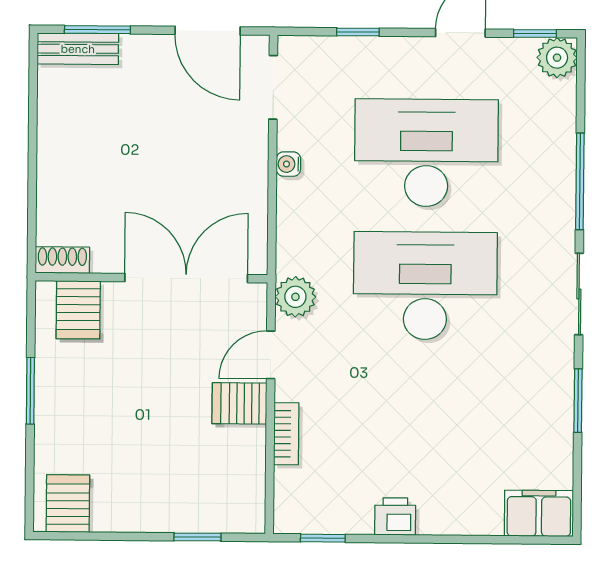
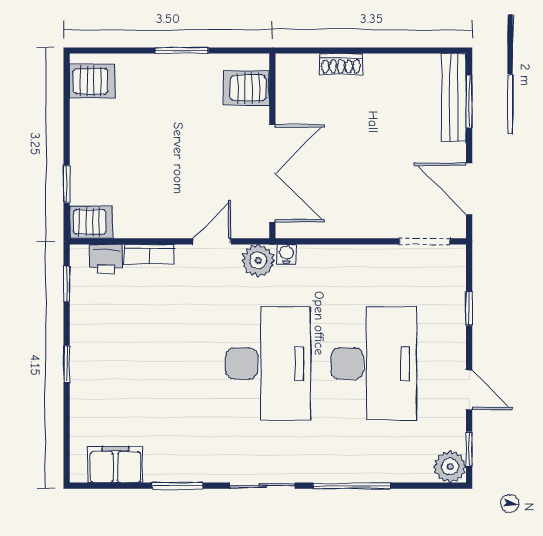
door: (208, 31) -> (469, 189), hinge flipped
bench: (78, 49) -> (454, 98), width x1.36
water cooler: (288, 164) -> (286, 254), moved
shoe rack: (62, 260) -> (341, 64), moved, turned 90
door: (271, 355) -> (212, 241), hinge flipped
server rack: (239, 403) -> (91, 222), moved, turned 90
filing cabinet: (539, 513) -> (115, 465), moved, turned -90
printer: (395, 516) -> (106, 259), moved, turned 90
window: (424, 539) -> (67, 364), added

